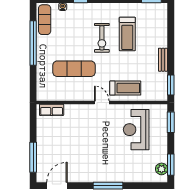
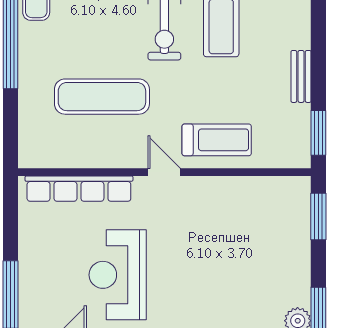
row of seats: (52, 110) -> (79, 189), width x2.02
reception desk: (136, 130) -> (118, 275), moved

